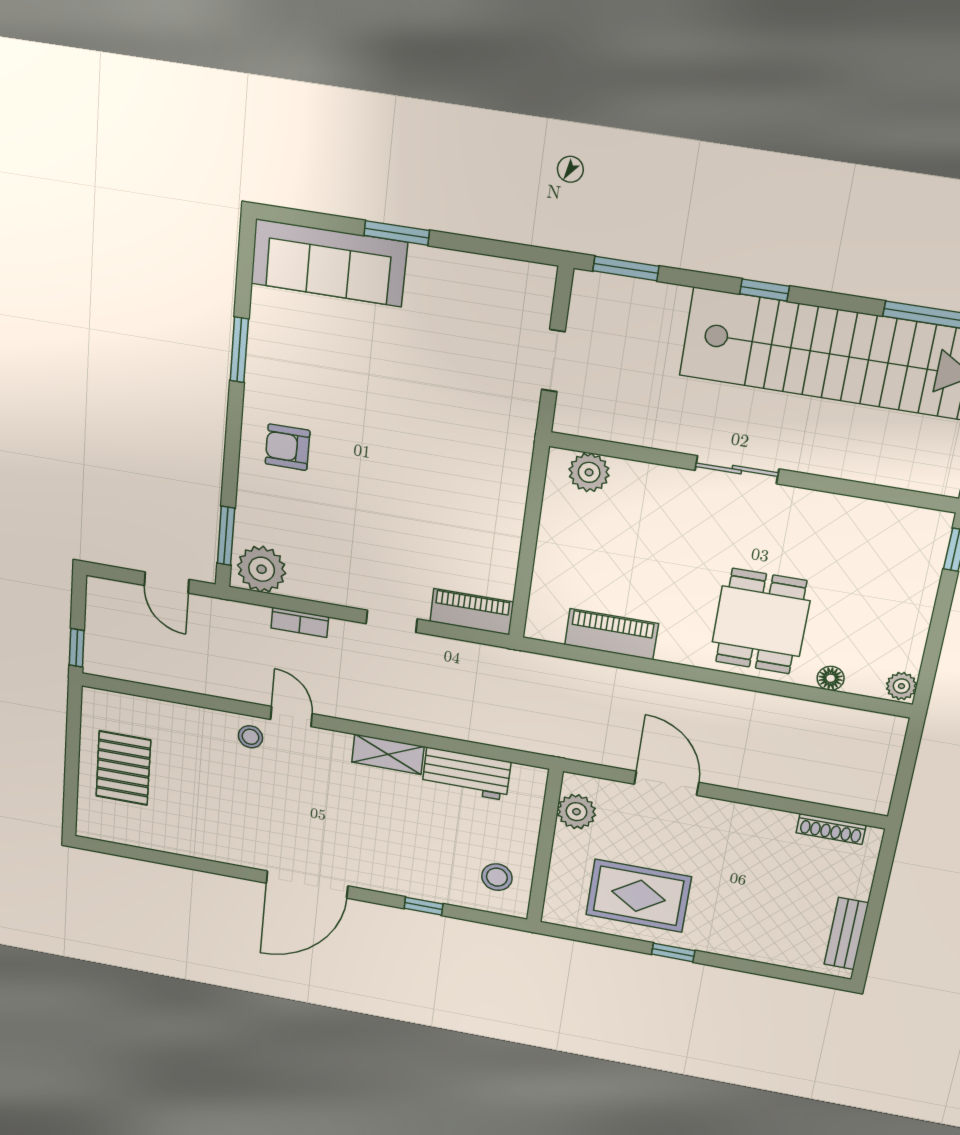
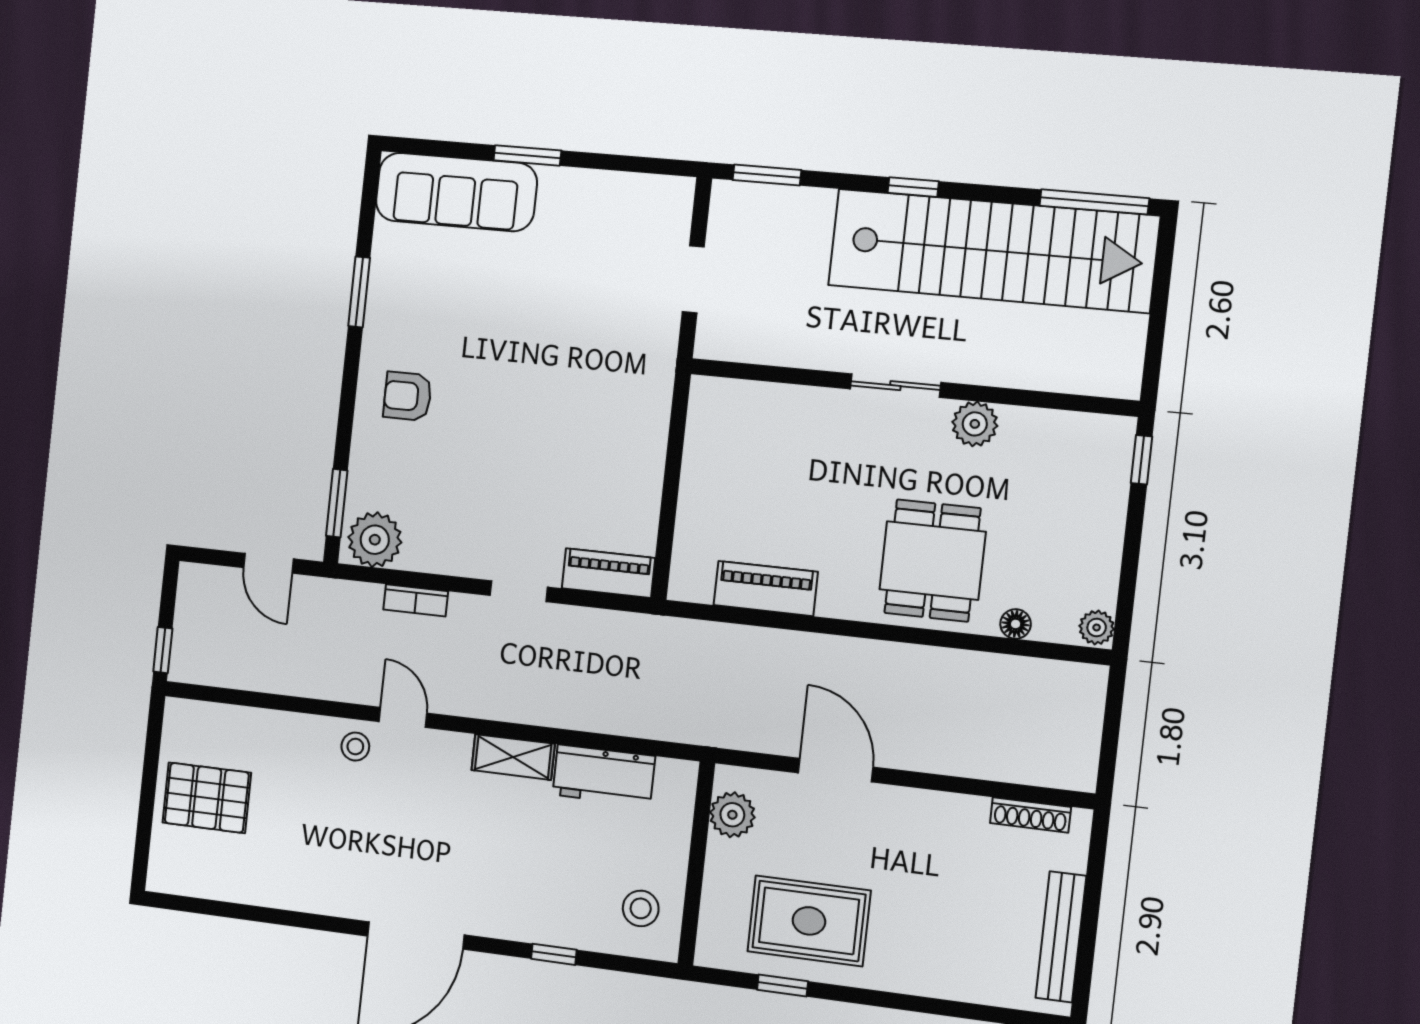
plant: (589, 472) -> (975, 424), moved
pallet: (123, 768) -> (207, 798), turned 90
bench: (846, 934) -> (1061, 937), width x1.36
window: (673, 952) -> (782, 986), moved

